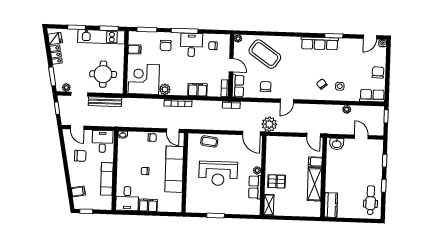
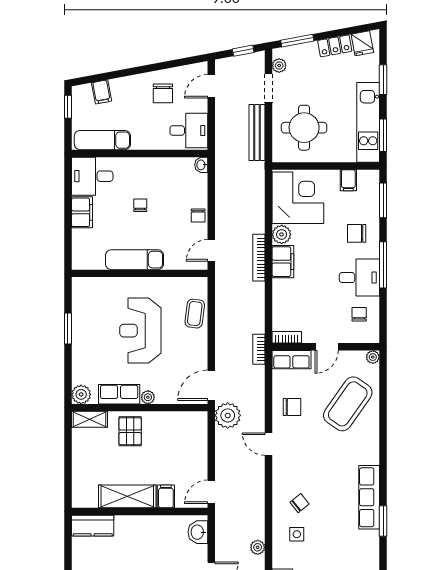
filing cabinet: (197, 90) -> (283, 262), moved
exam couch: (174, 169) -> (135, 260), width x0.73, depth x0.69
exam couch: (107, 179) -> (102, 140), moved
plant: (254, 209) -> (81, 394), added

